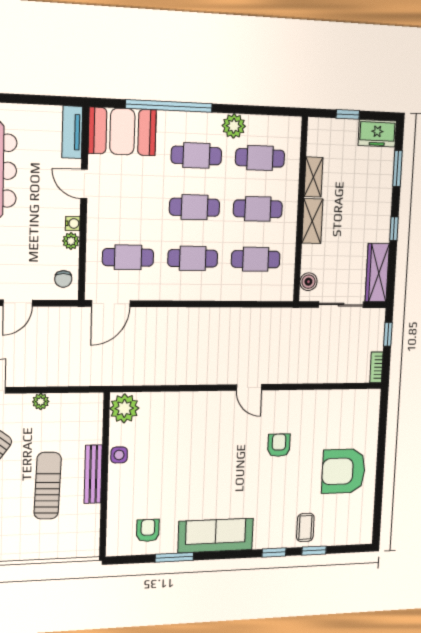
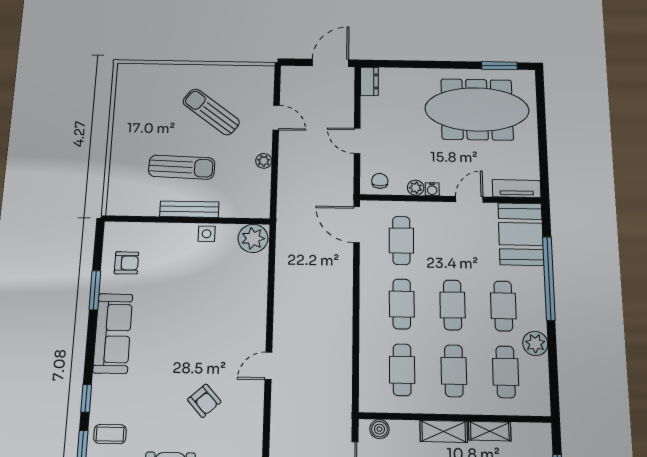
chair: (63, 279) -> (380, 181), turned 90
armchair: (279, 445) -> (204, 401), turned 48

